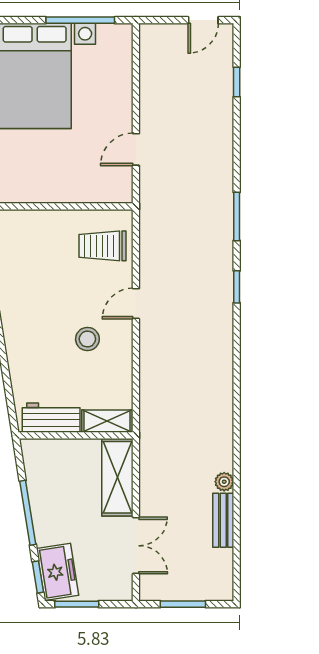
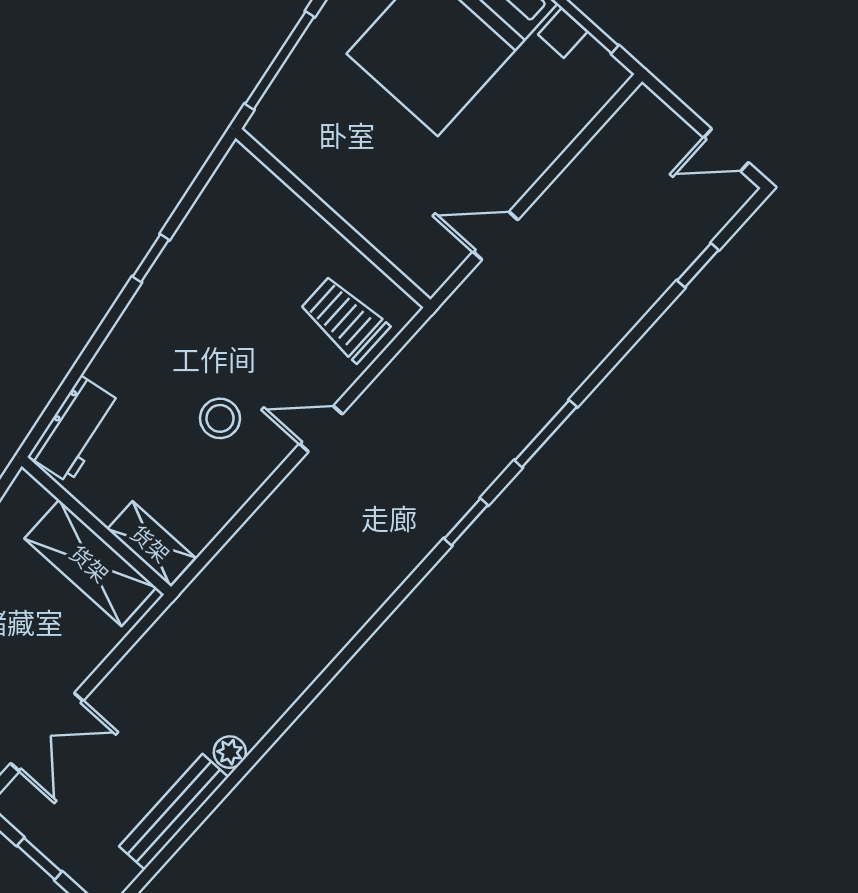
workbench: (51, 418) -> (75, 429), moved, turned 81
shelving: (117, 477) -> (90, 563), moved, turned 90
bench: (223, 520) -> (174, 812), width x1.36
window: (183, 604) -> (39, 859), width x0.67

